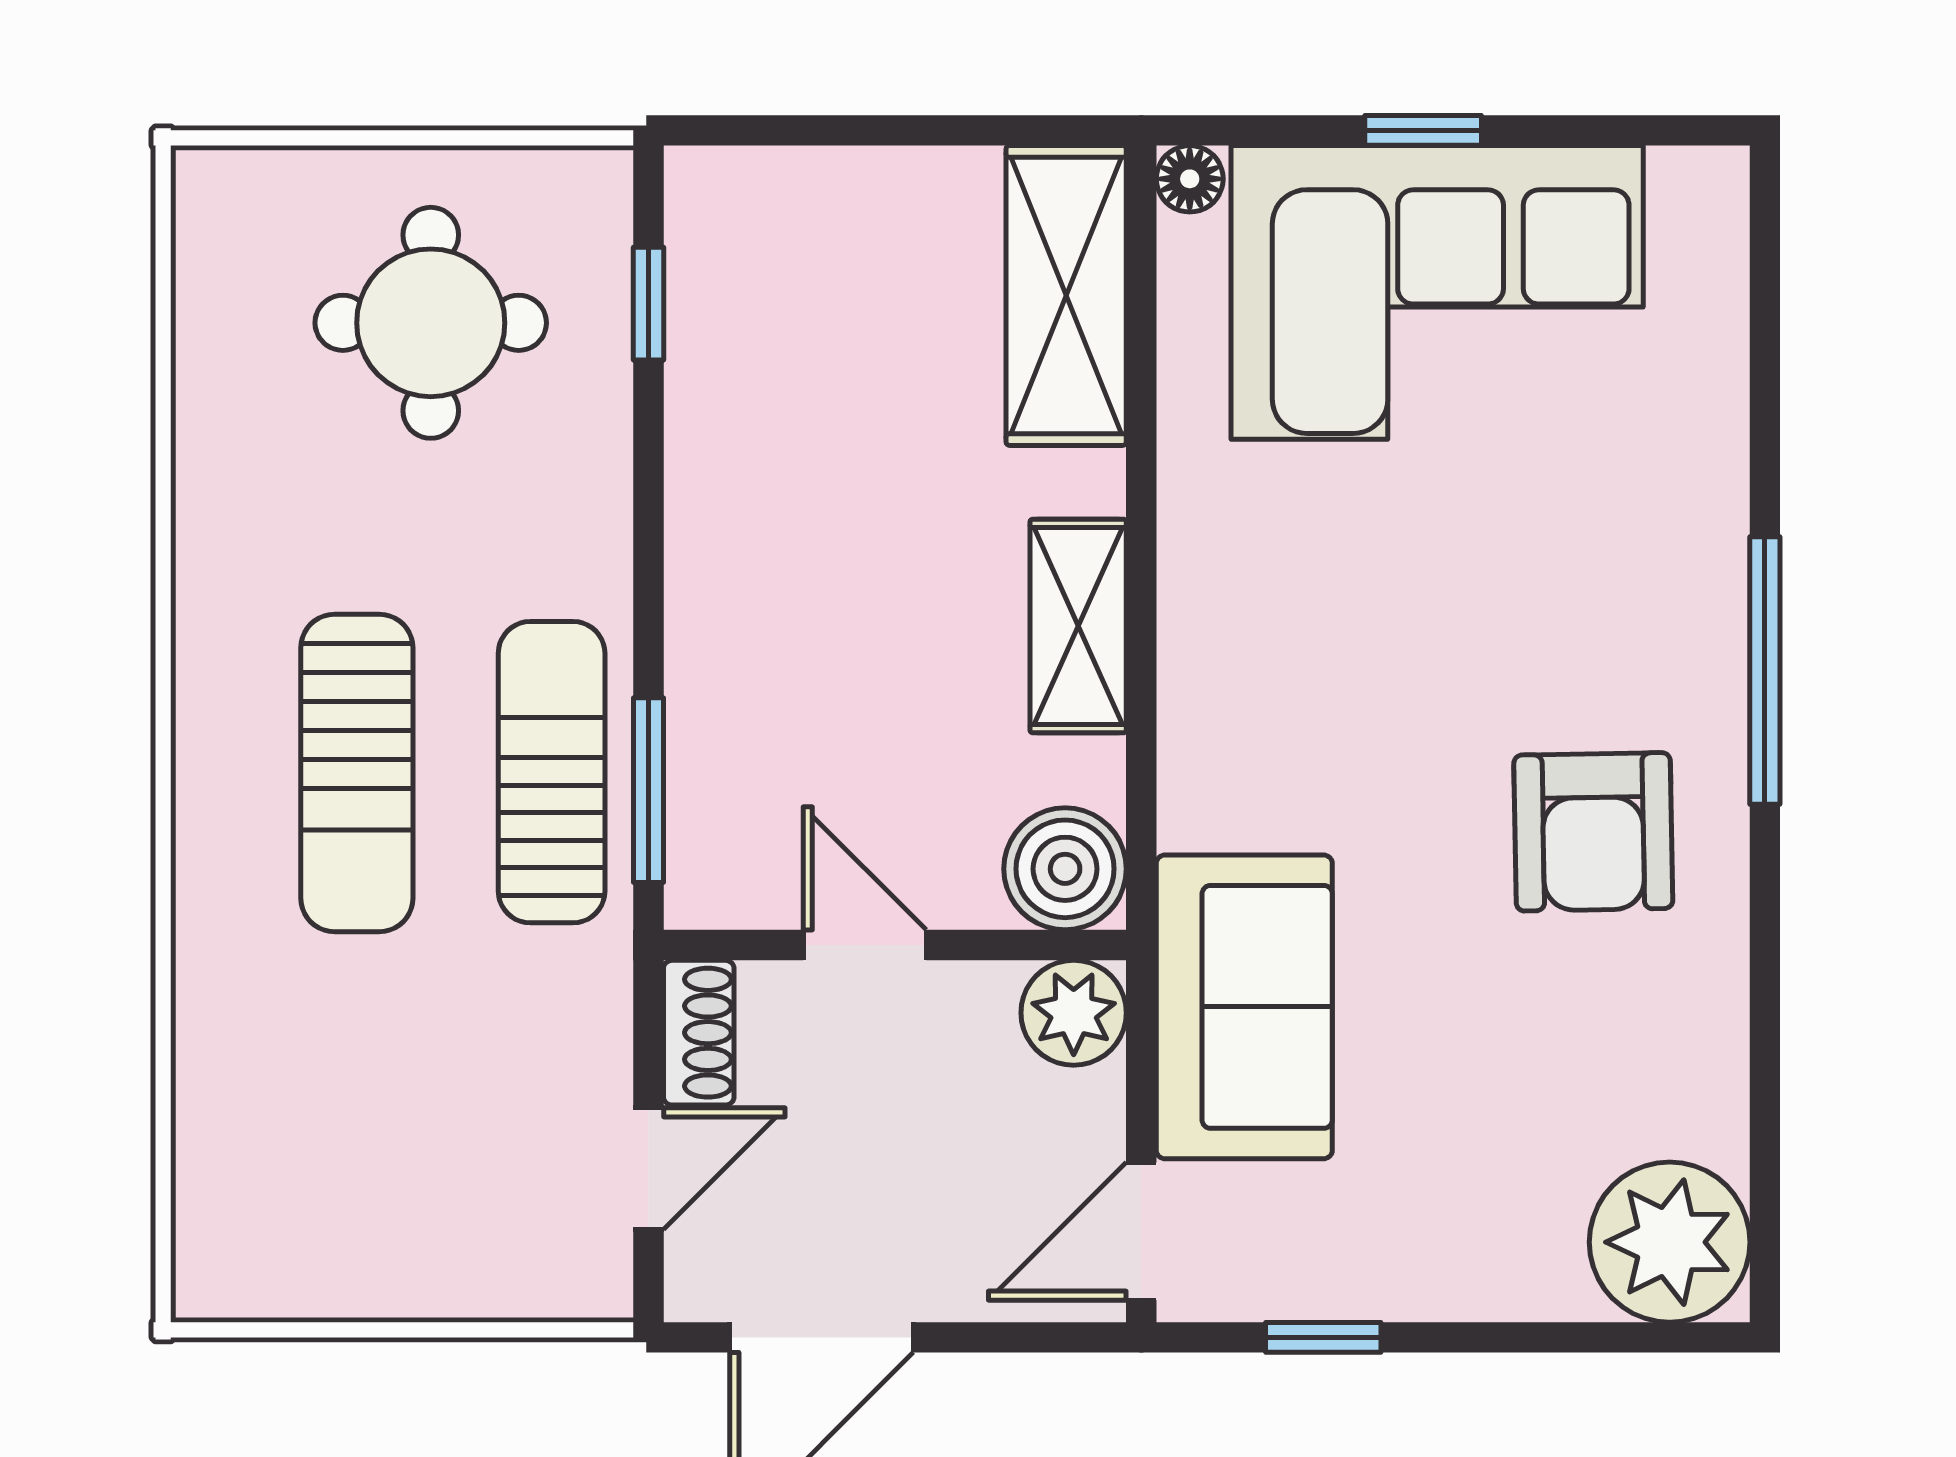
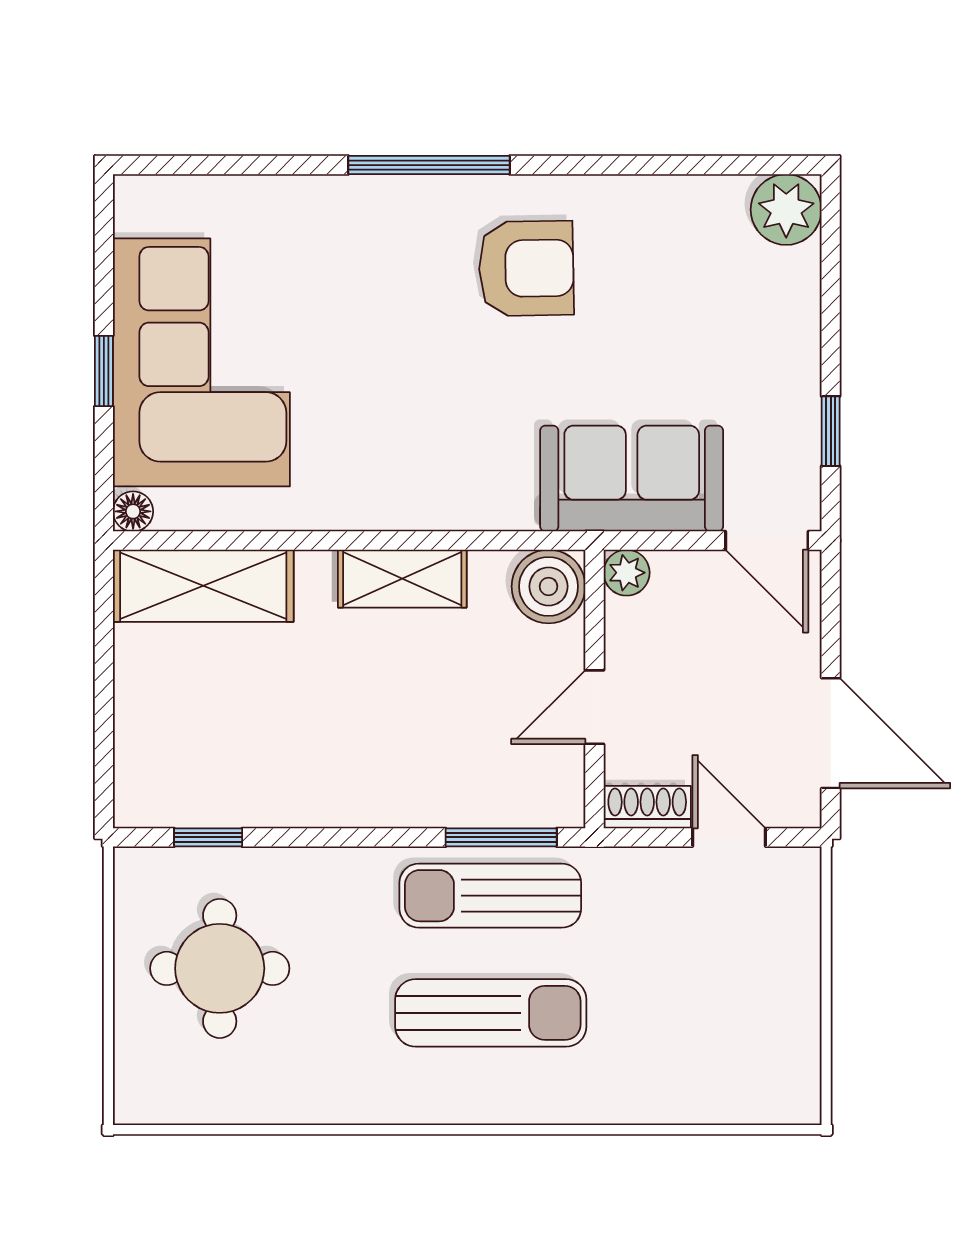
plant: (1074, 1013) -> (627, 573), width x0.73, depth x0.73
plant: (1670, 1242) -> (786, 210), width x0.73, depth x0.73

